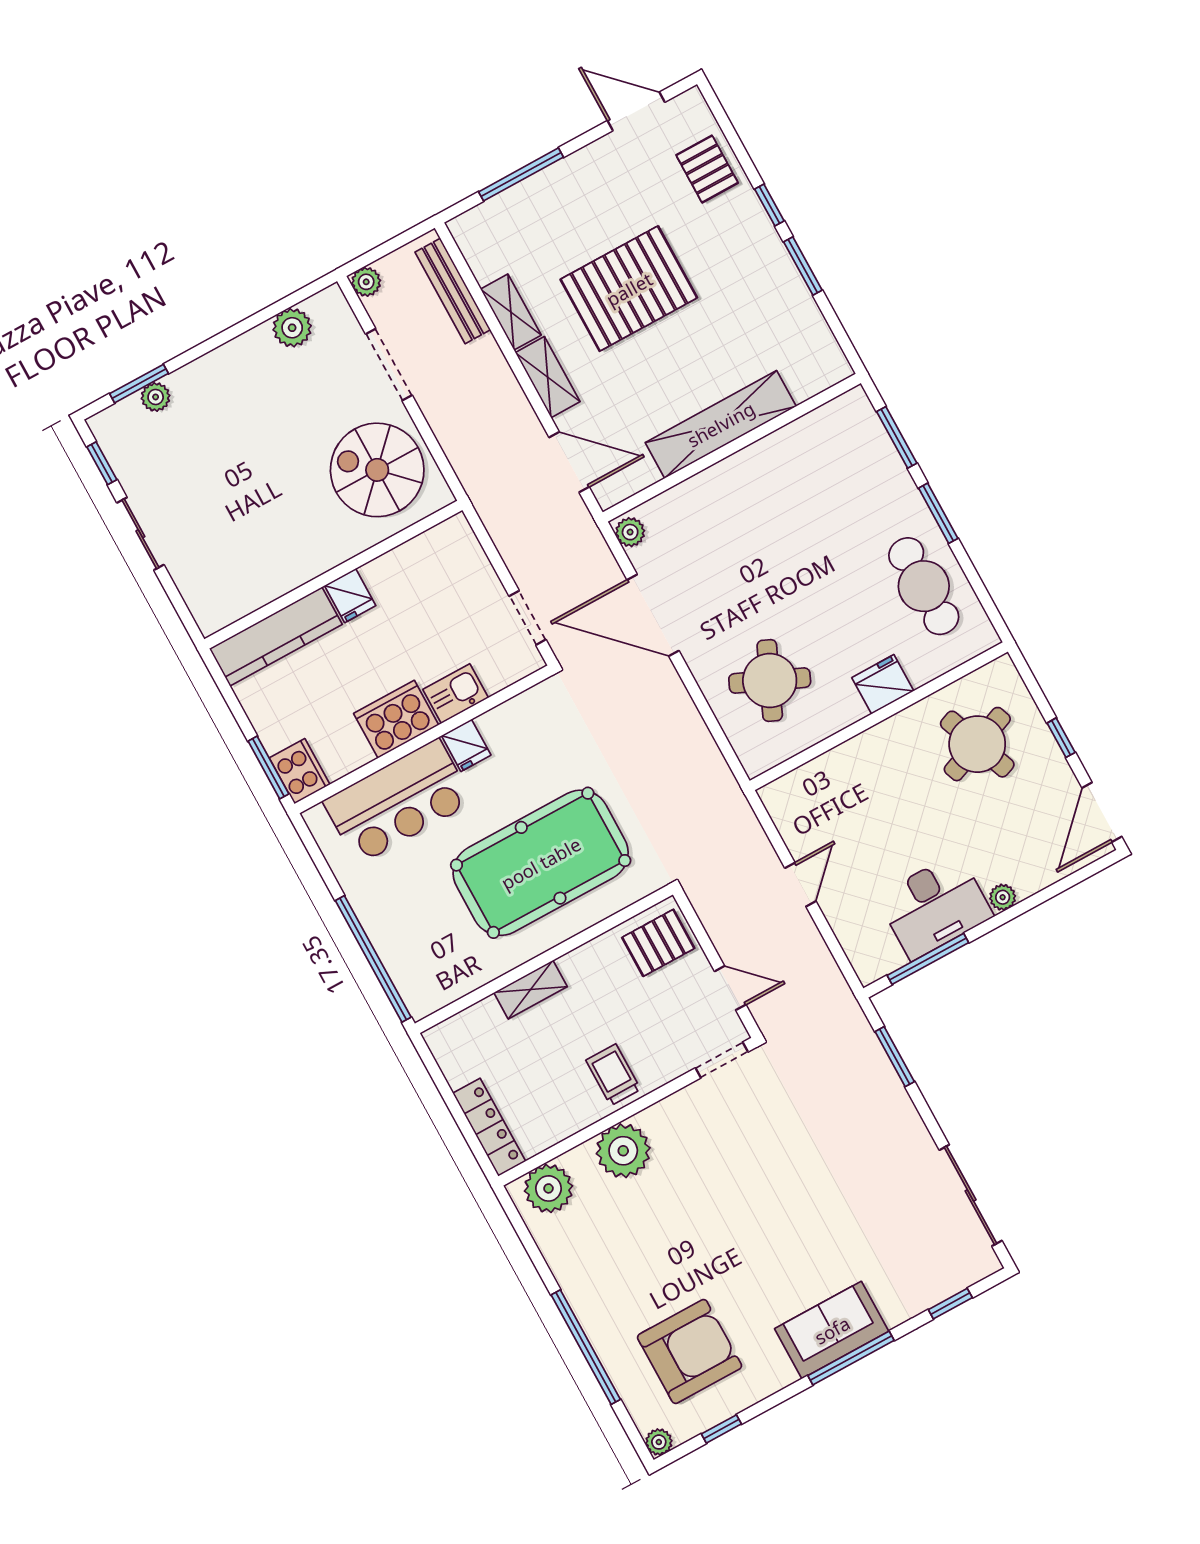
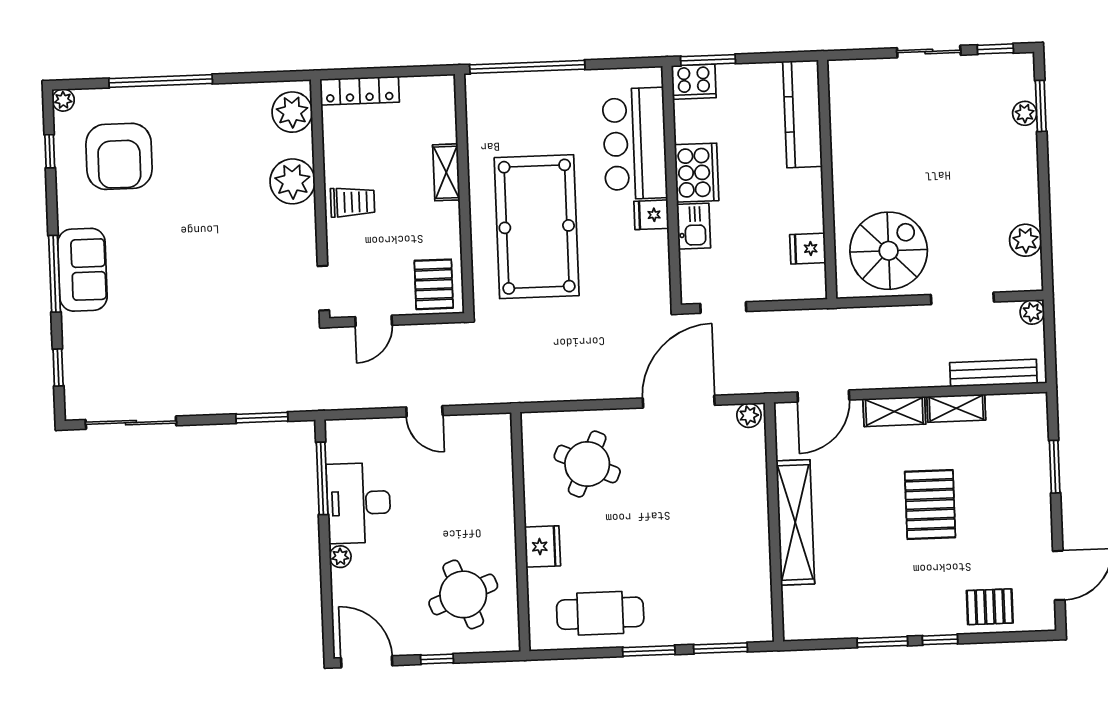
window: (521, 174) -> (1055, 467), width x0.69
pallet: (629, 289) -> (930, 504), width x0.73, depth x0.71
fridge: (350, 596) -> (808, 249), moved

